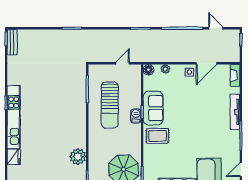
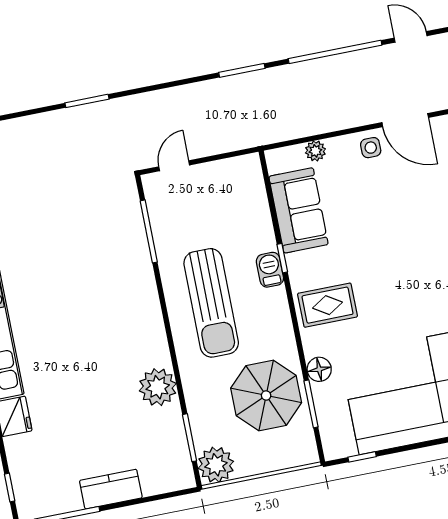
door: (123, 63) -> (174, 166), moved
door: (206, 63) -> (405, 120), hinge flipped
floor lamp: (149, 70) -> (319, 369), moved
sun lounger: (110, 105) -> (211, 303), moved
sofa: (153, 108) -> (299, 210), moved

